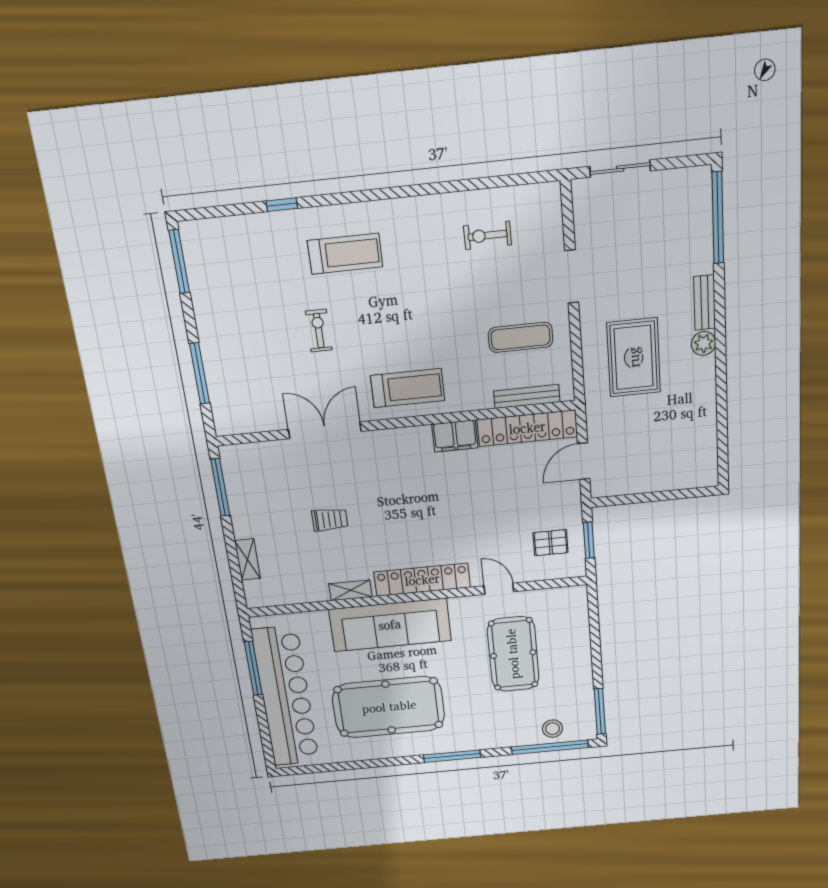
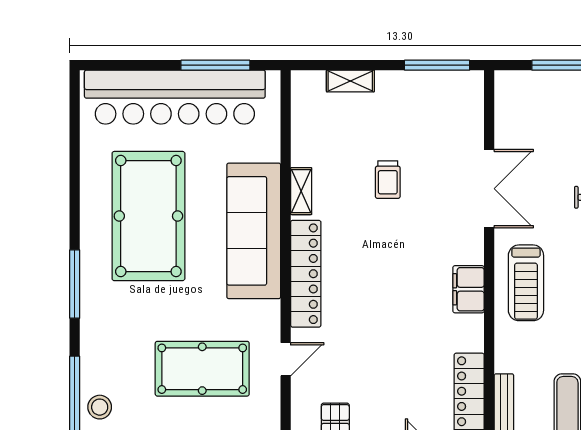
filing cabinet: (455, 436) -> (469, 289), moved

